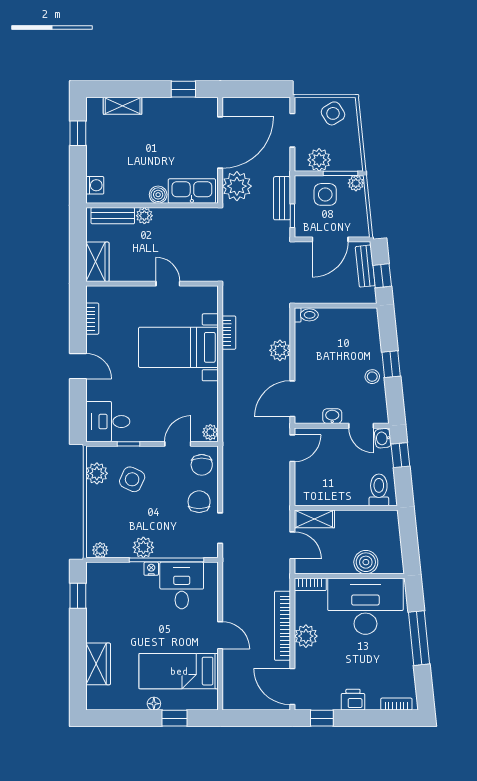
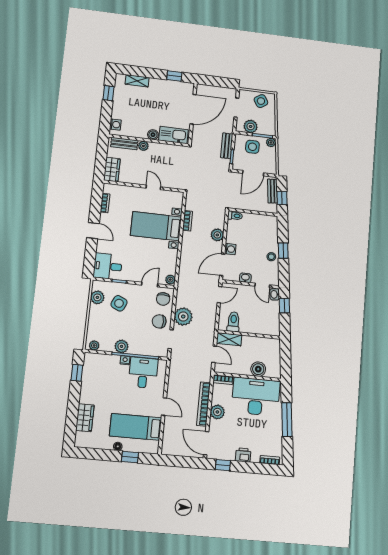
plant: (237, 186) -> (183, 317), moved
washing machine: (303, 371) -> (230, 249), added
toilet: (379, 490) -> (233, 322), moved
chair: (199, 502) -> (159, 321), turned -90

